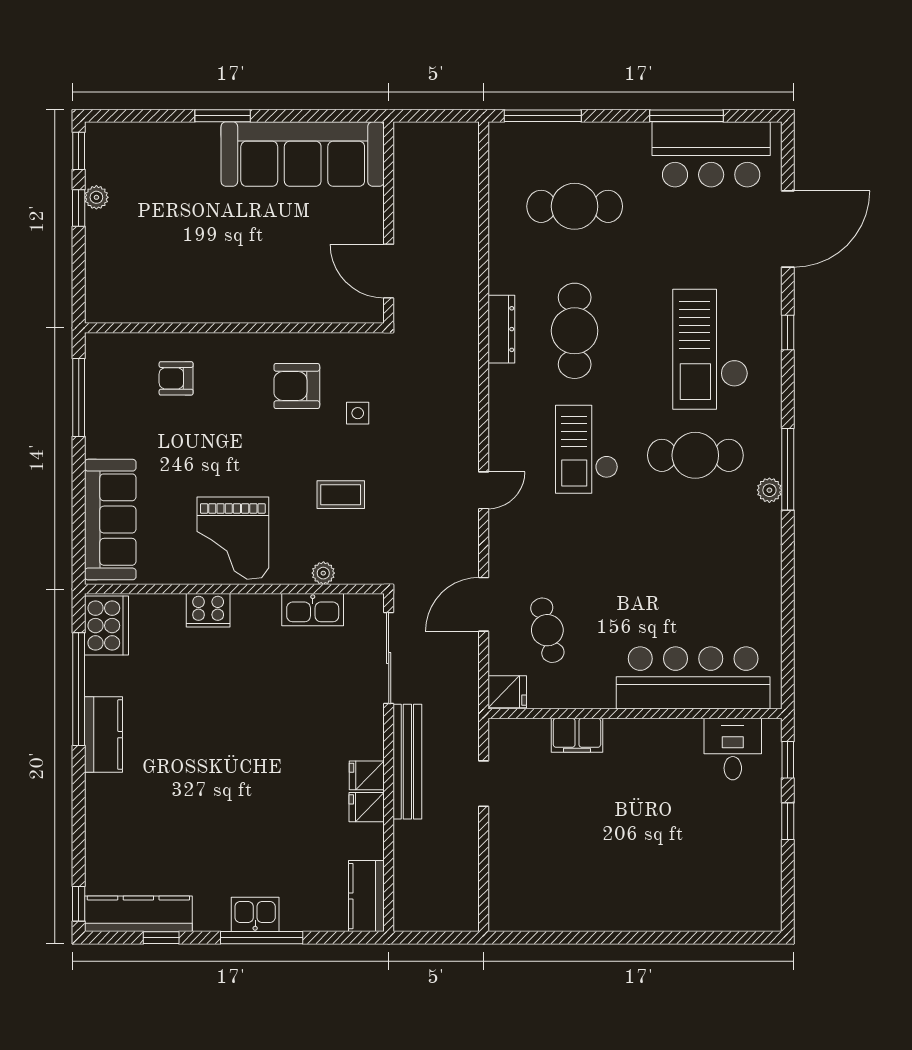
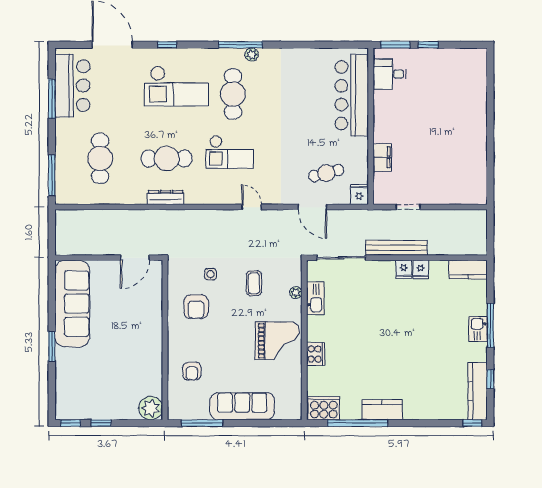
plant: (96, 197) -> (151, 408), moved, width x1.87, depth x1.87
sofa: (110, 520) -> (242, 406), moved
window: (788, 760) -> (395, 45), width x1.50

